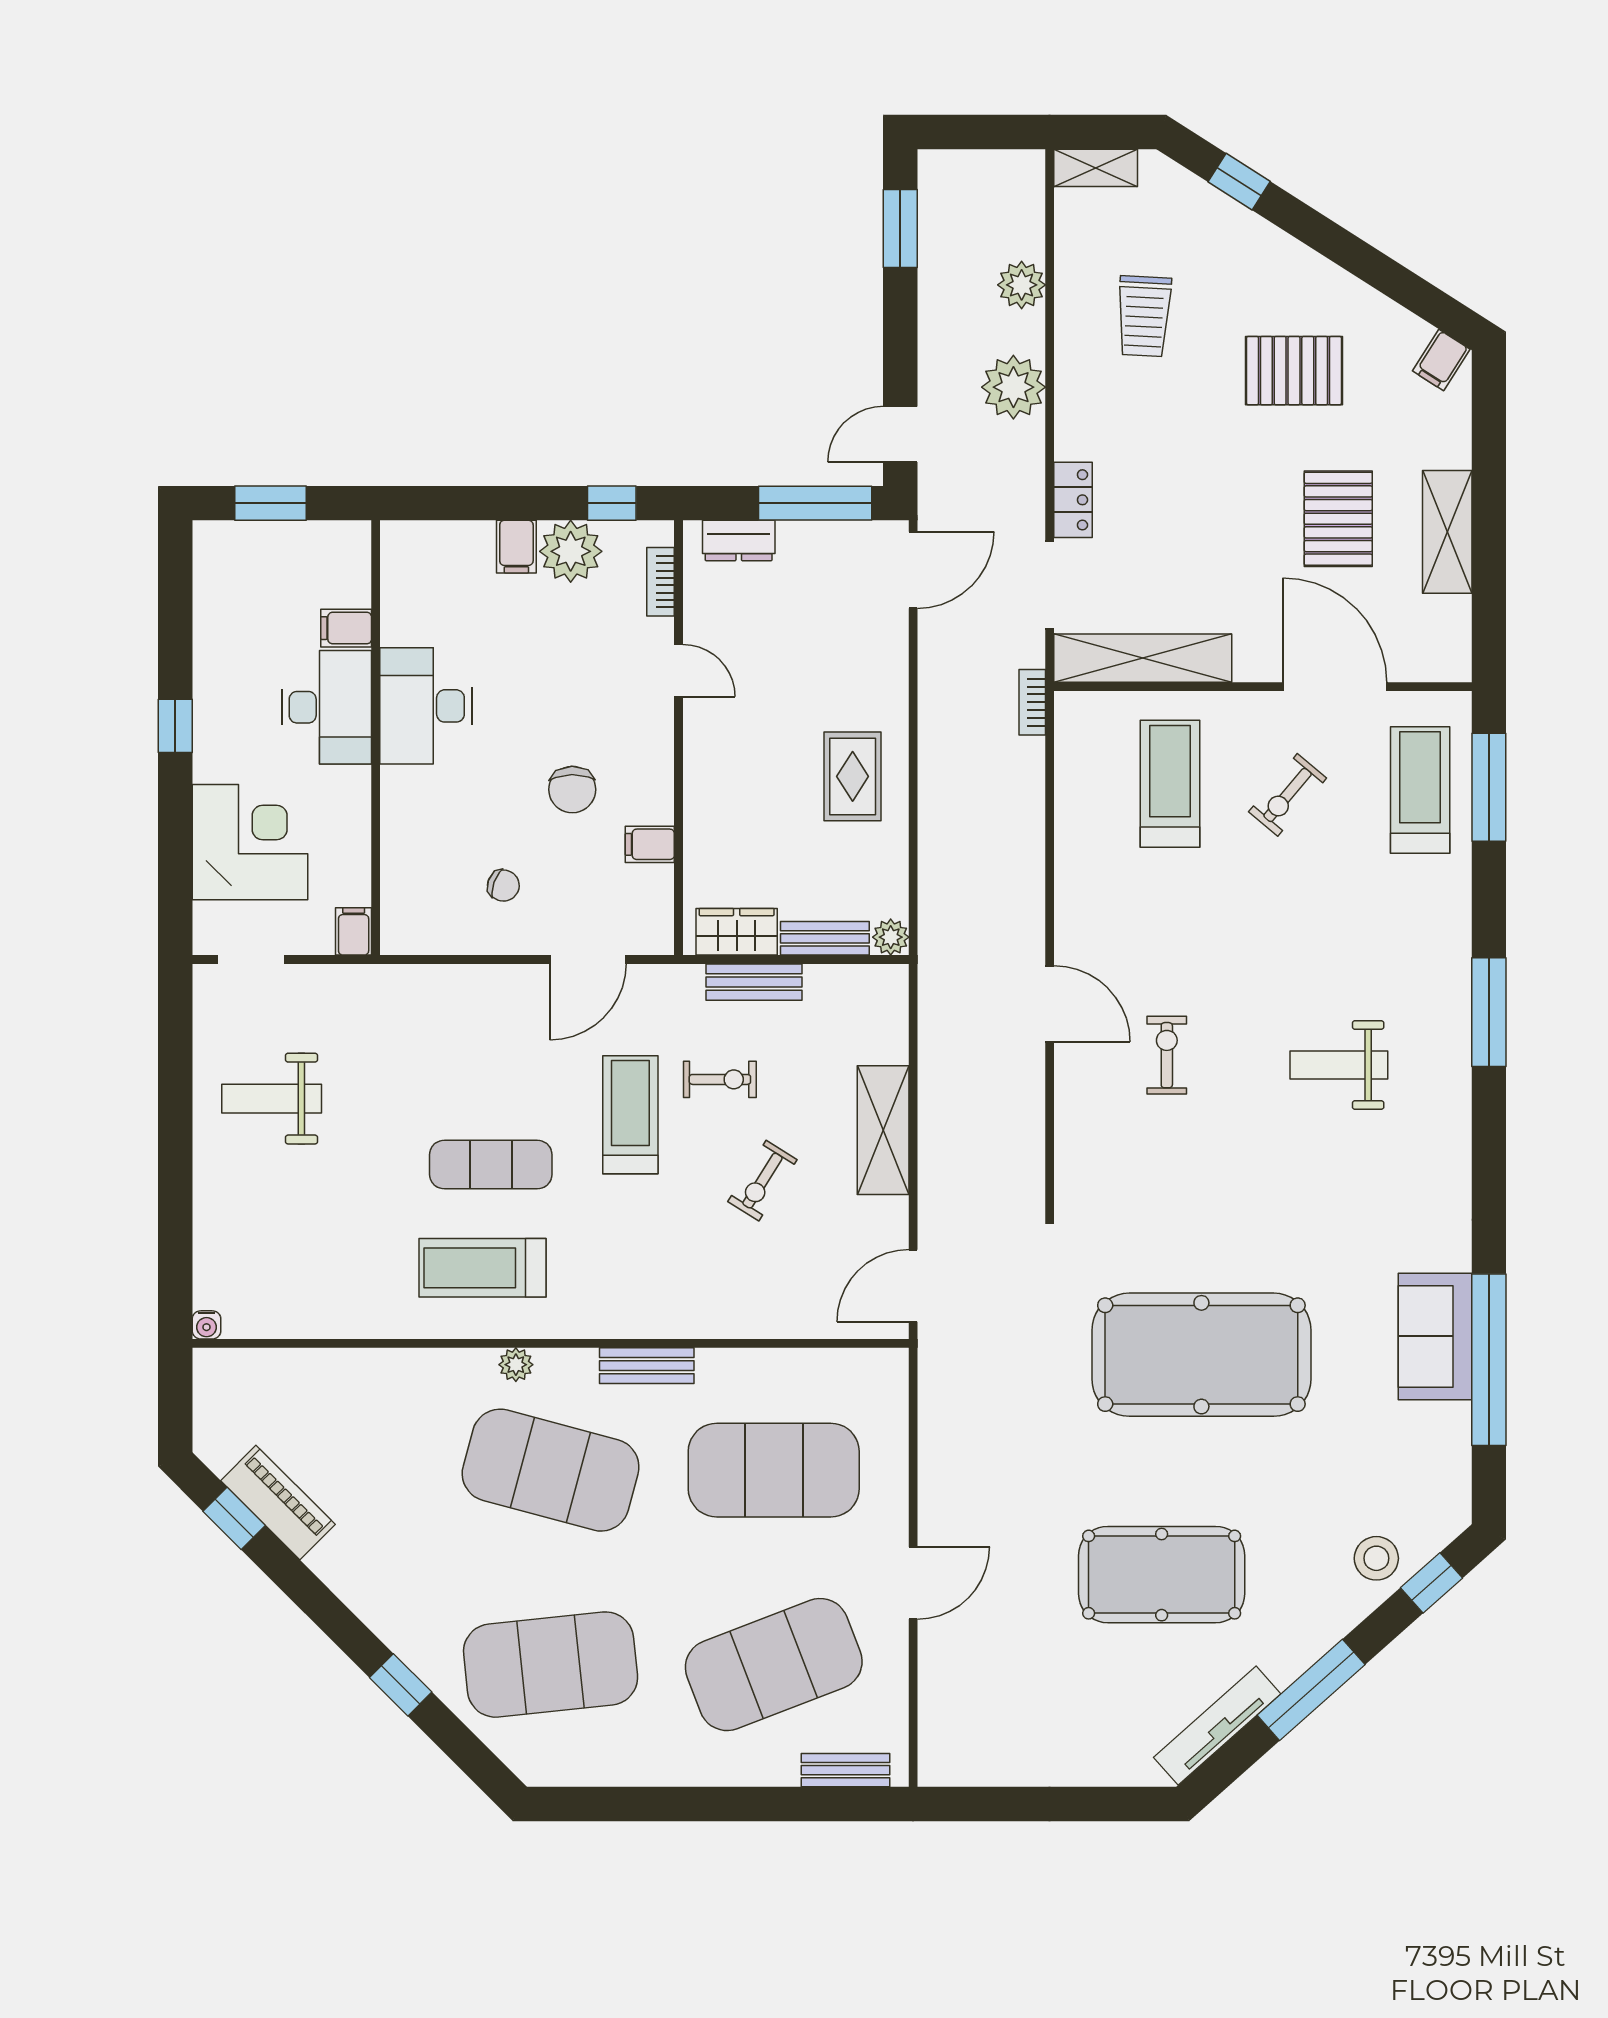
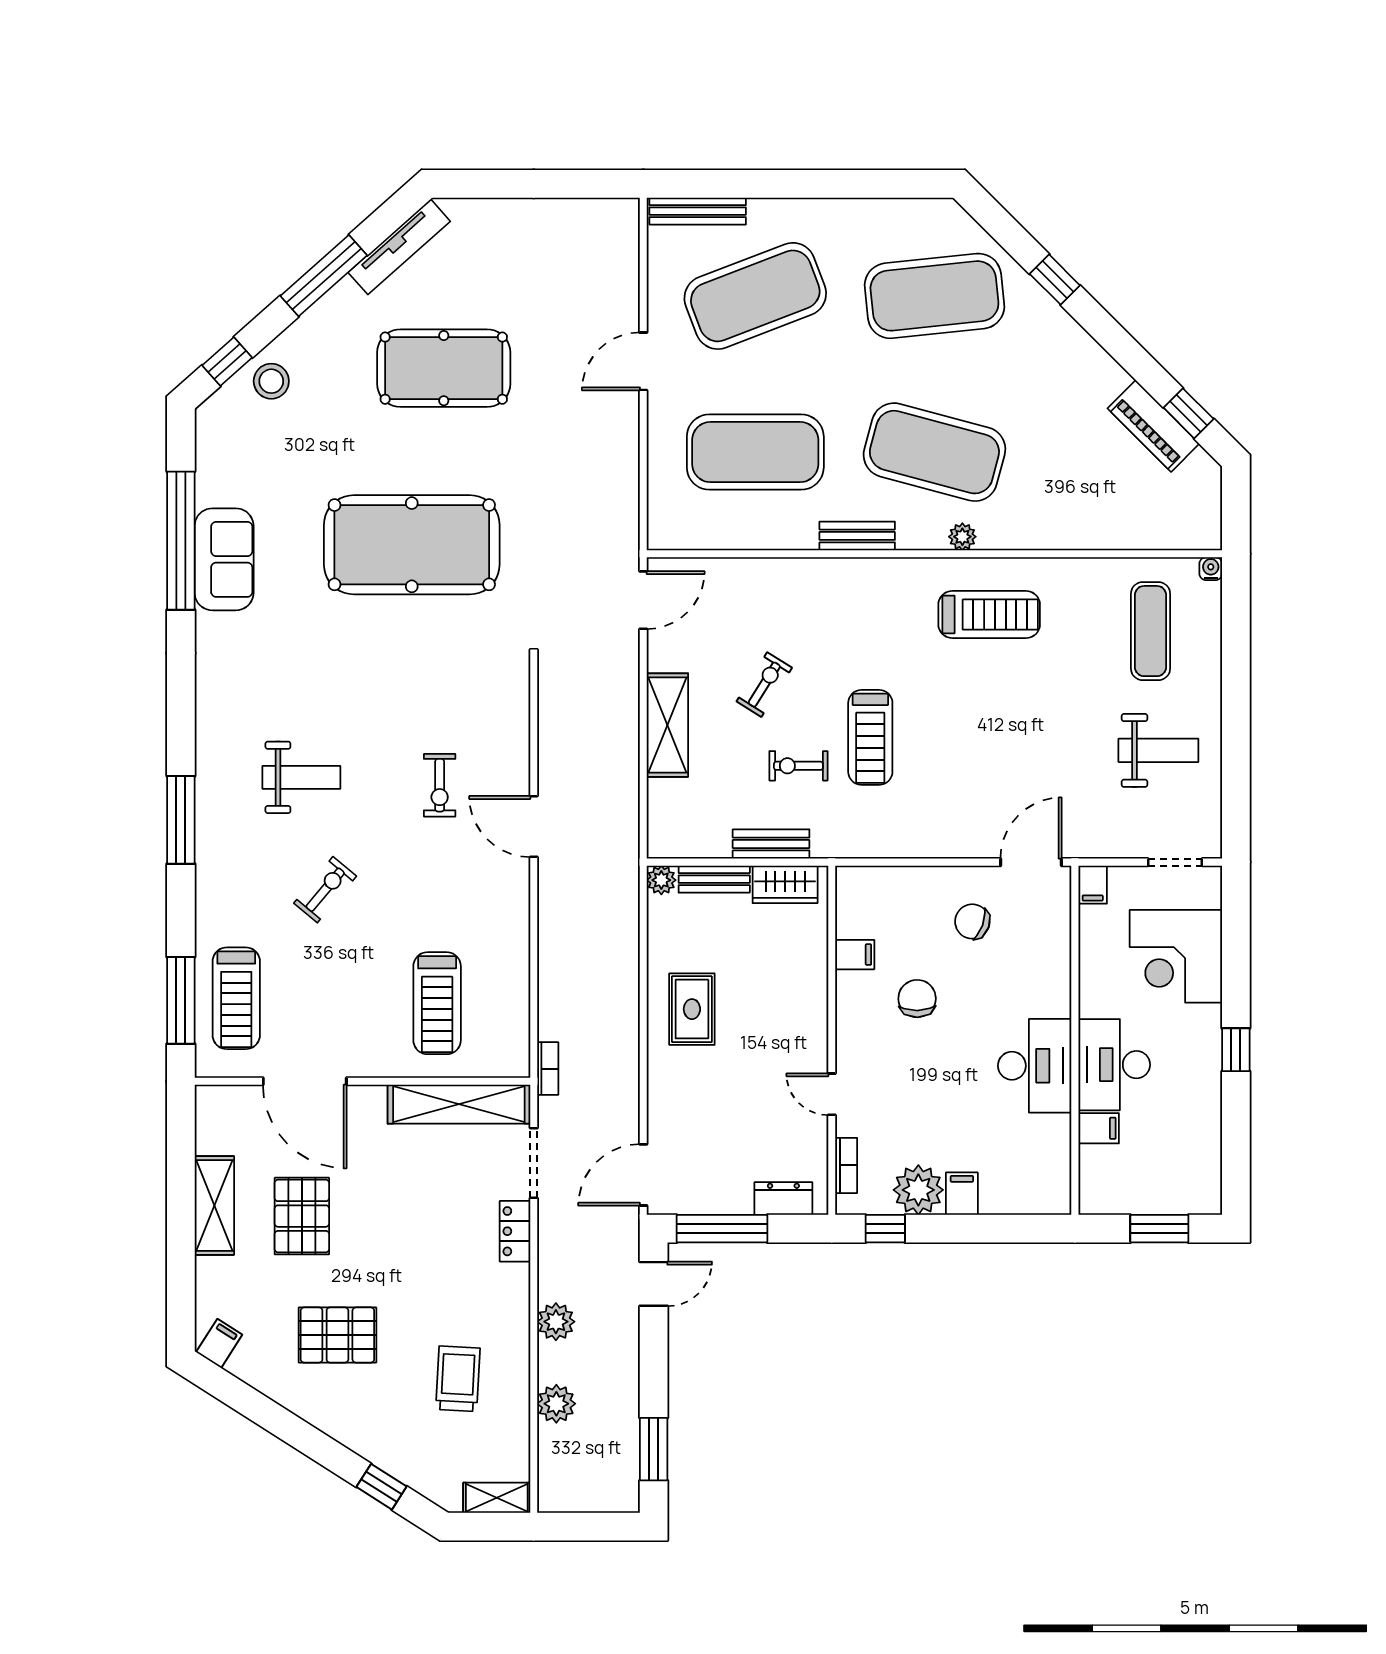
plant: (1013, 387) -> (556, 1322), width x0.73, depth x0.73
exercise bike: (1288, 795) -> (325, 890), moved
chair: (503, 886) -> (972, 921), width x1.37, depth x1.37
door: (588, 959) -> (1031, 862), moved
exercise mat: (491, 1165) -> (1151, 631), moved, turned 90
bench: (845, 1770) -> (698, 211), width x1.36

